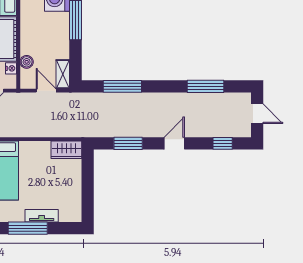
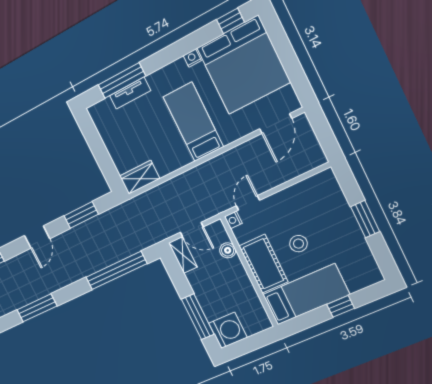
nightstand: (11, 68) -> (233, 220), moved
window: (122, 86) -> (116, 270), width x1.46
window: (28, 228) -> (122, 80), moved

